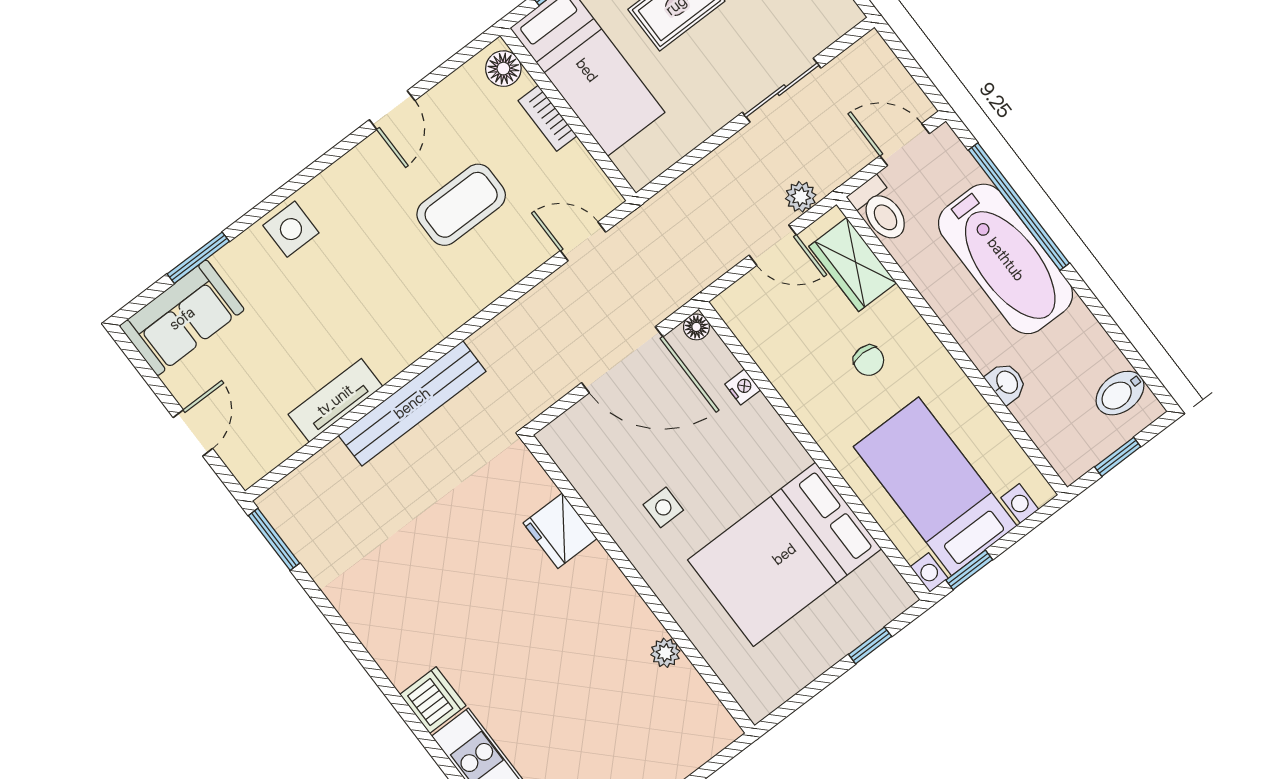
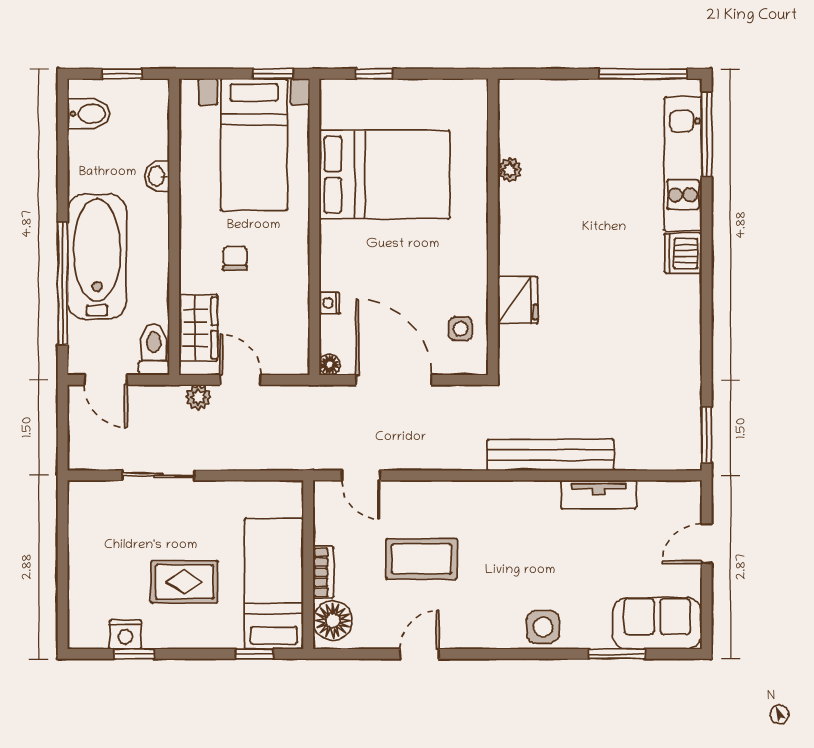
floor lamp: (503, 69) -> (333, 621), width x1.38, depth x1.38
side table: (663, 507) -> (461, 329), moved

